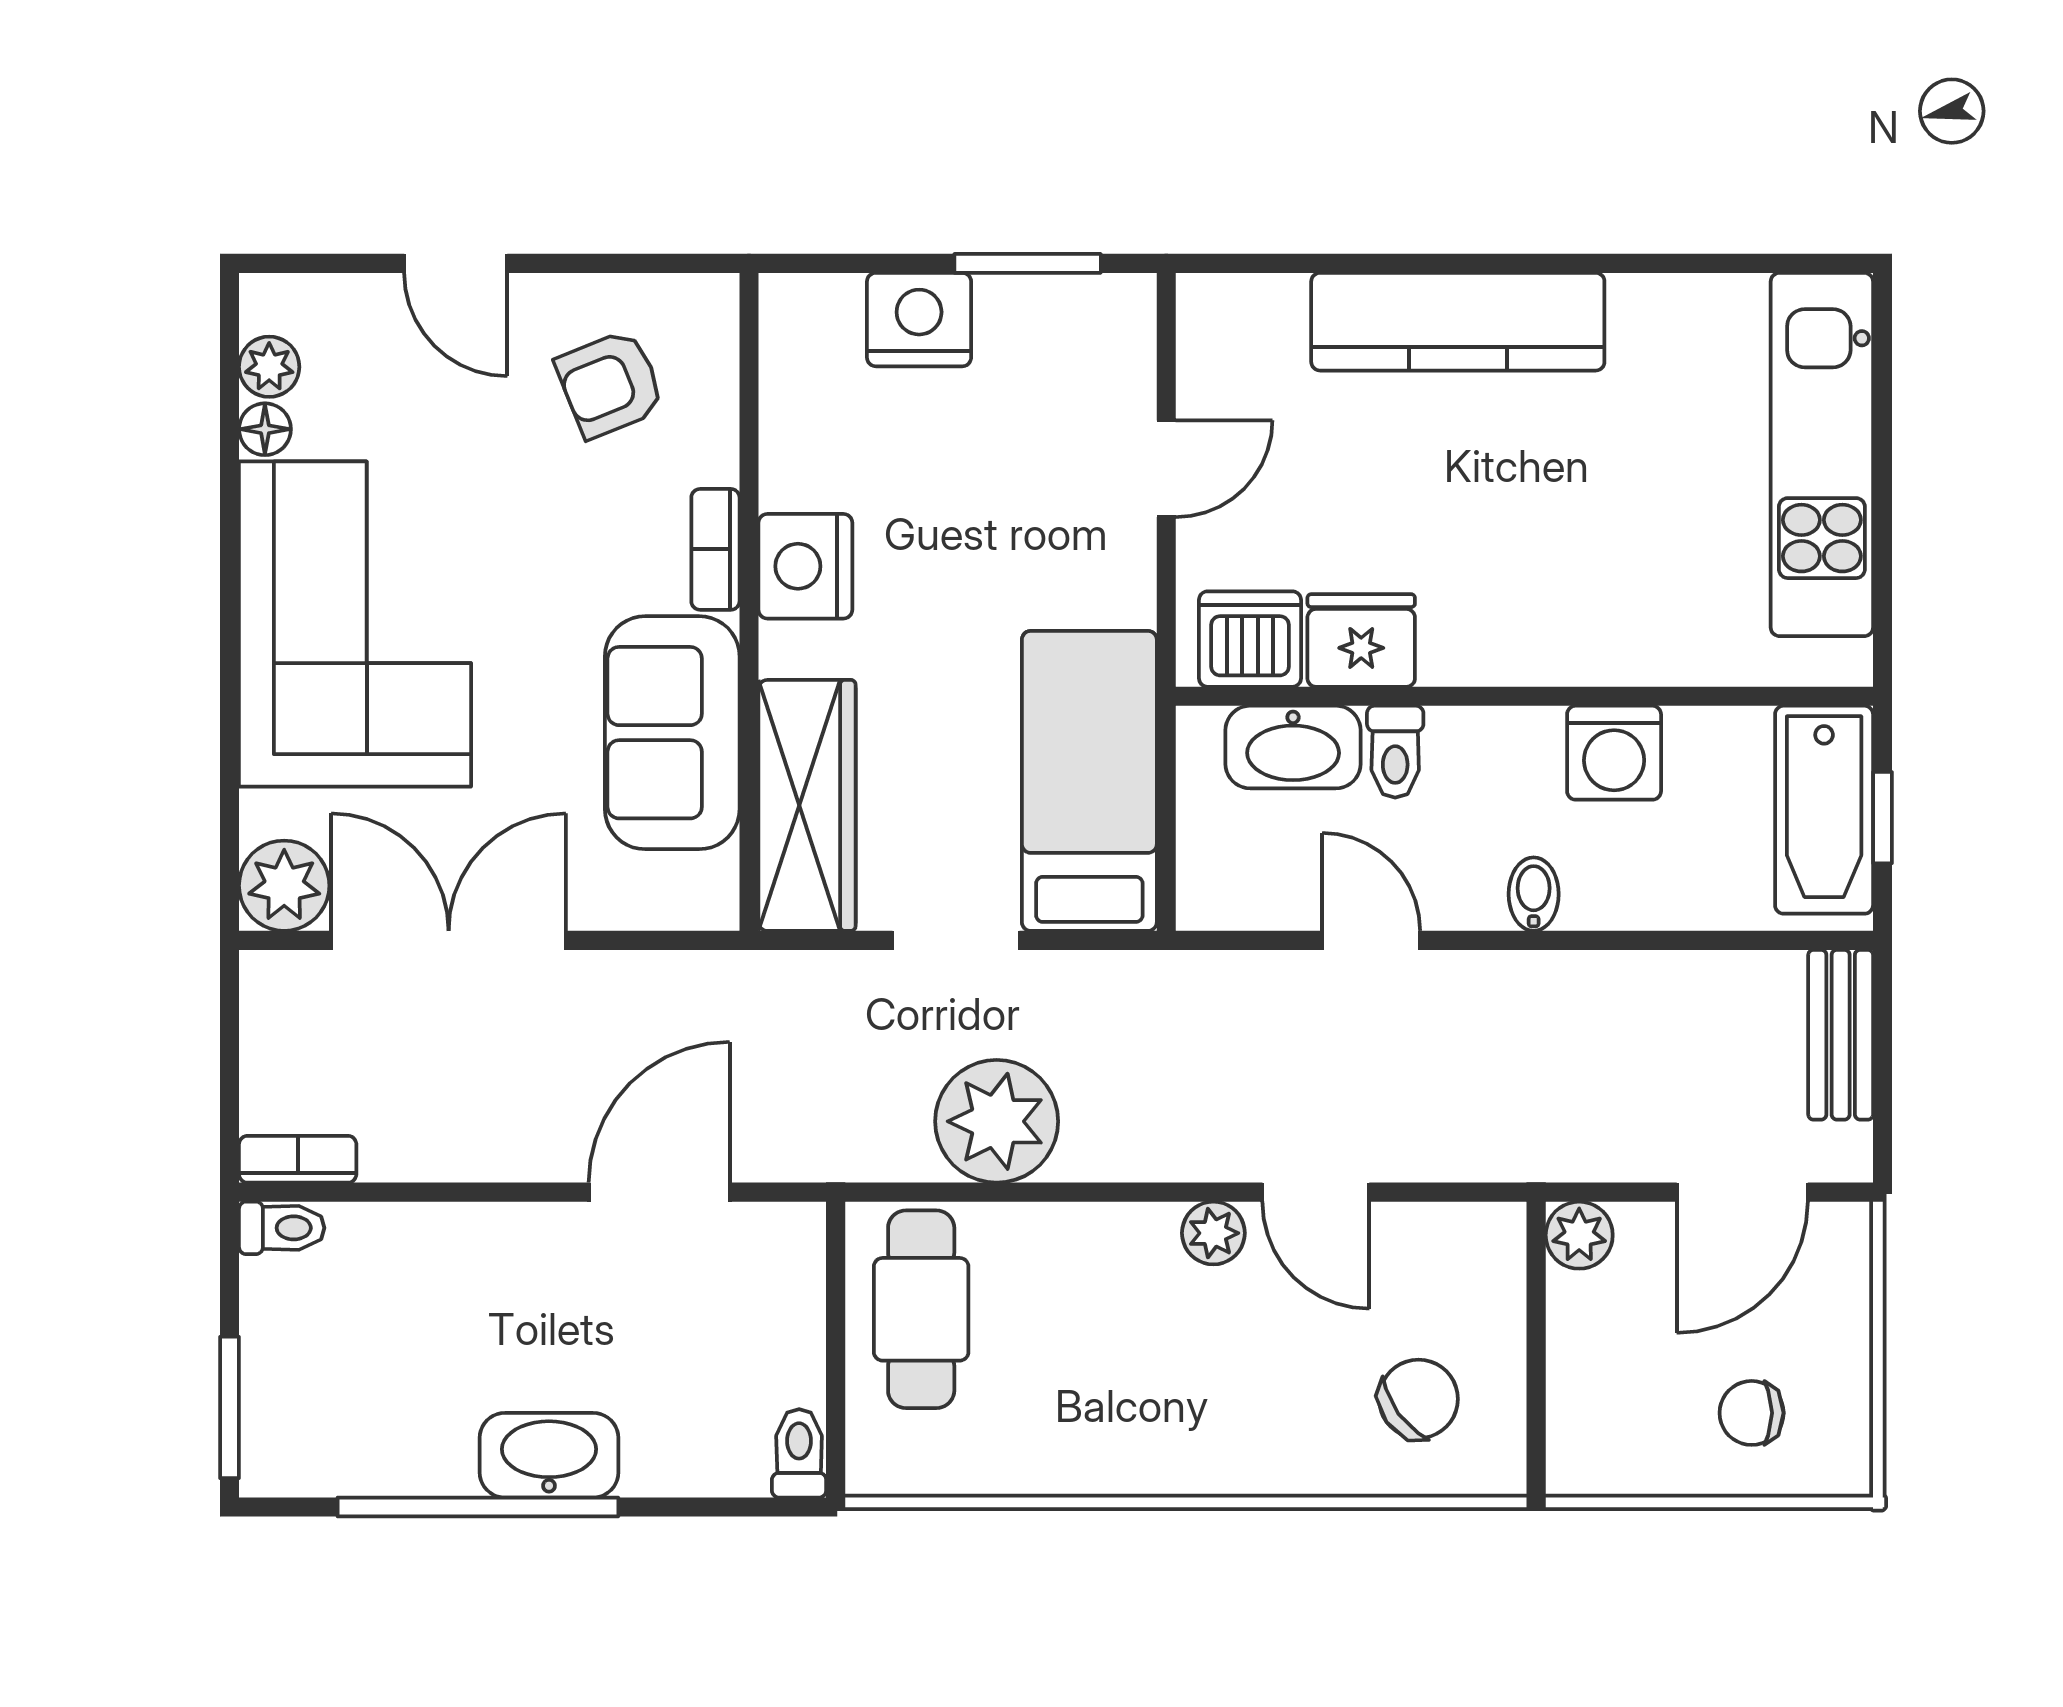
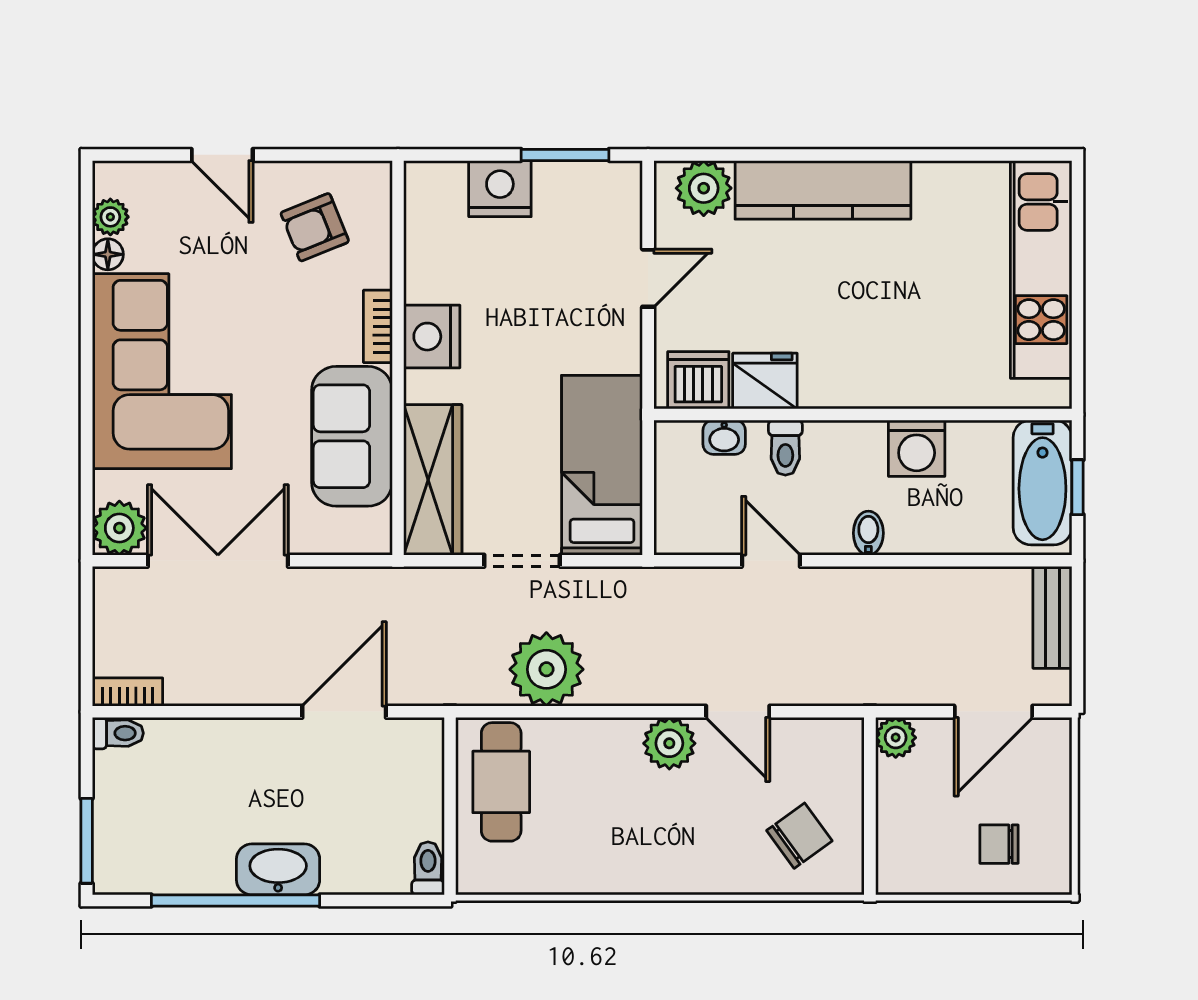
plant: (1259, 319) -> (704, 188), added
washbasin: (1293, 747) -> (724, 437), width x0.52, depth x0.69
plant: (1213, 1233) -> (669, 743), width x1.38, depth x1.38

